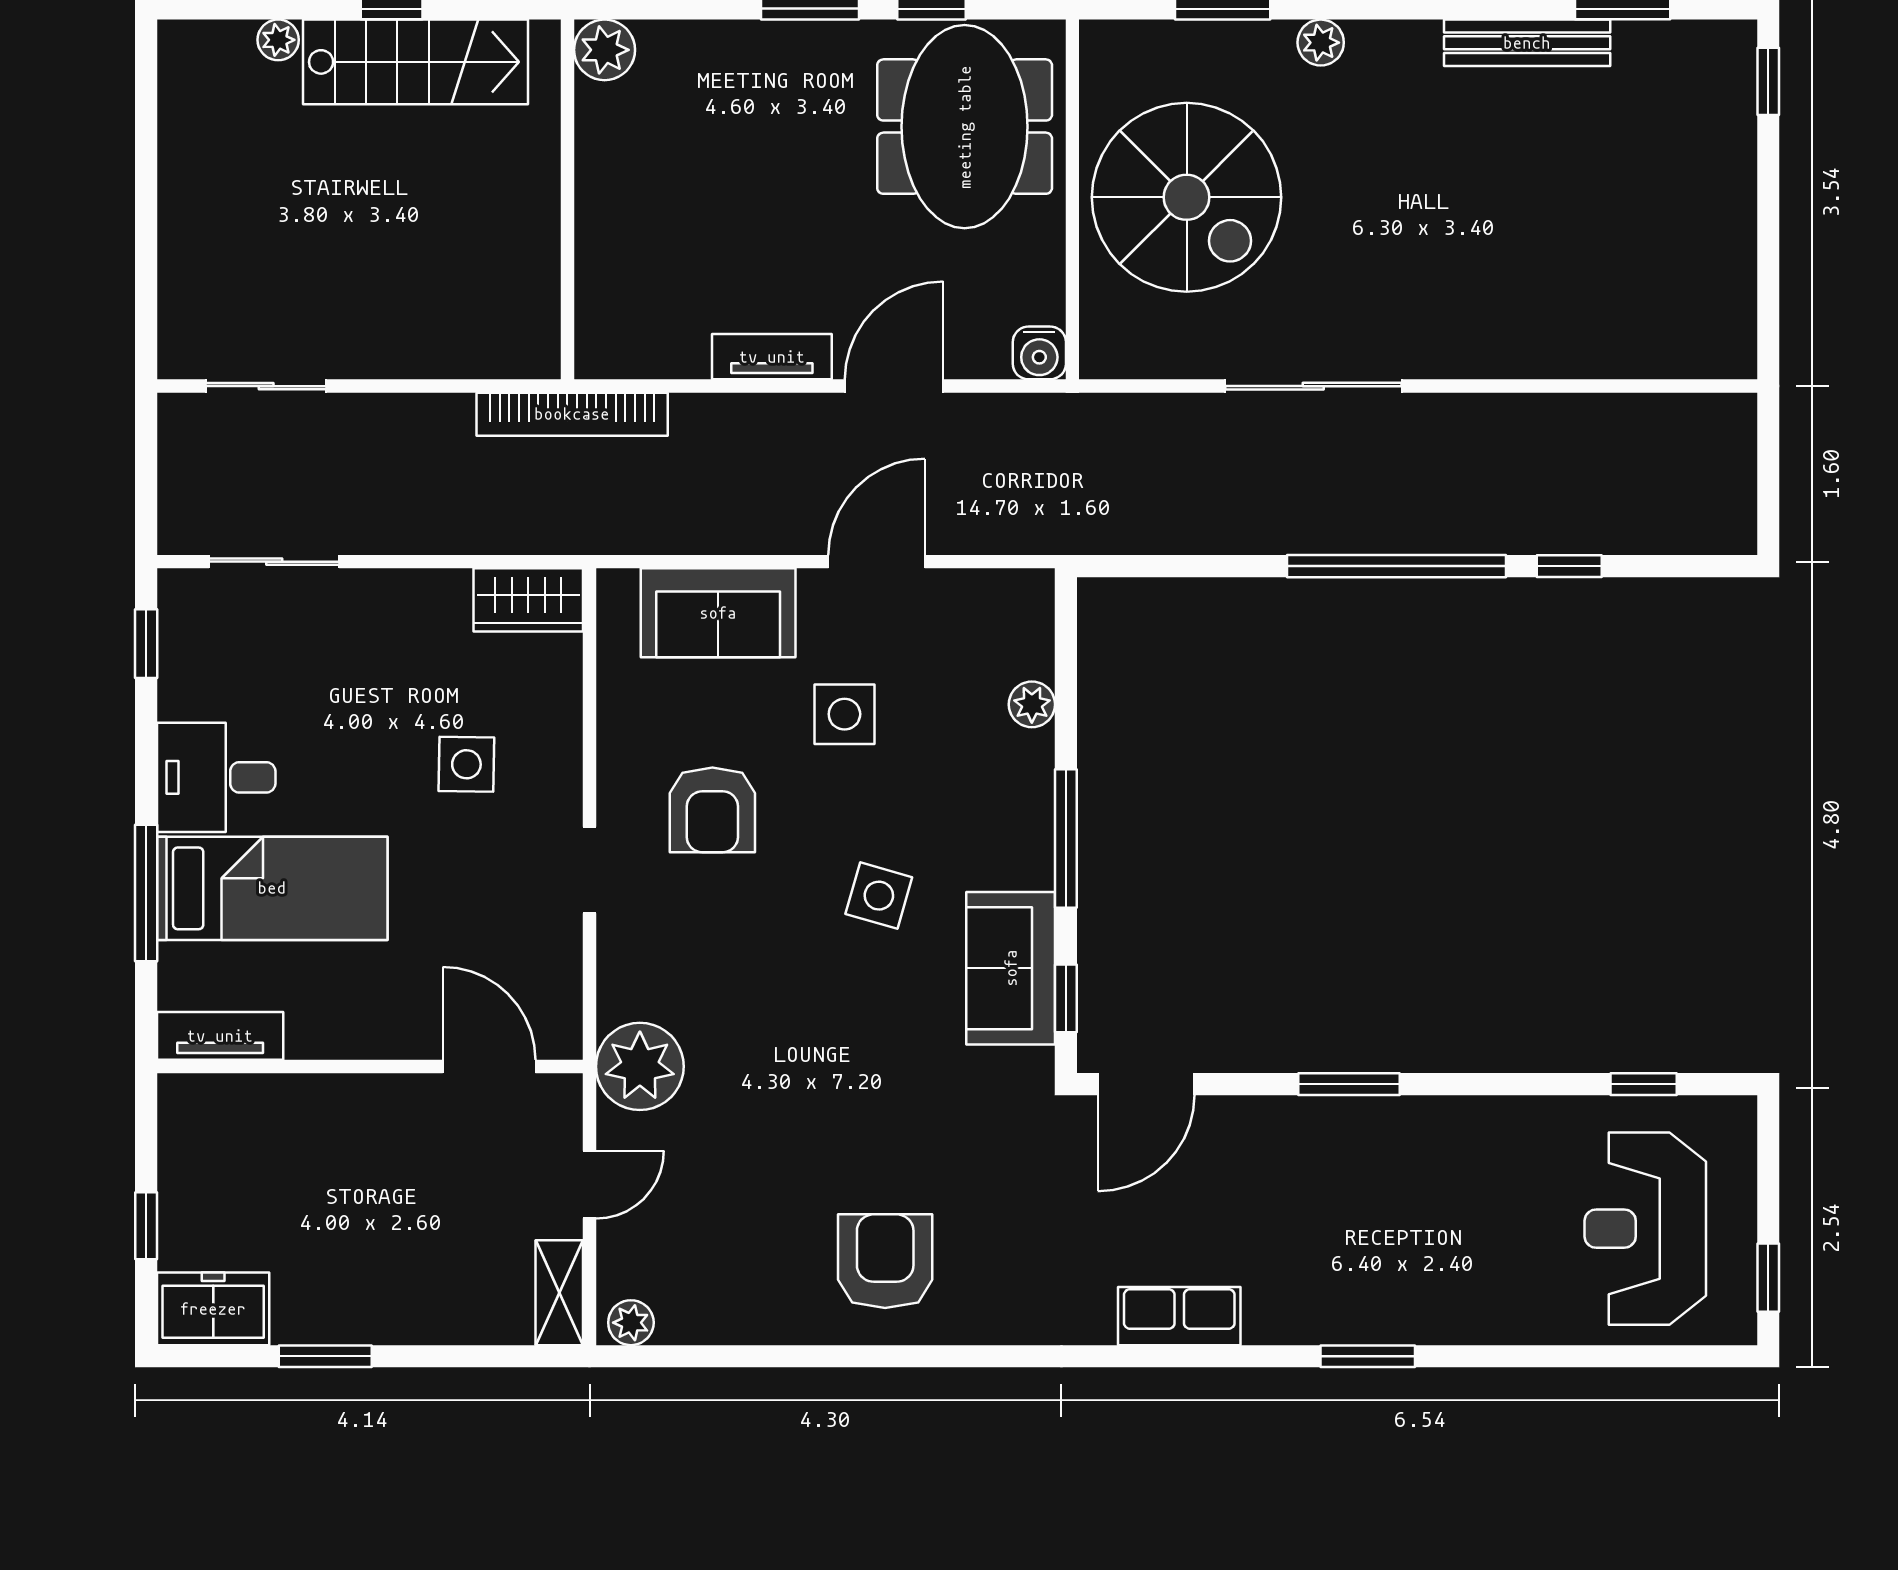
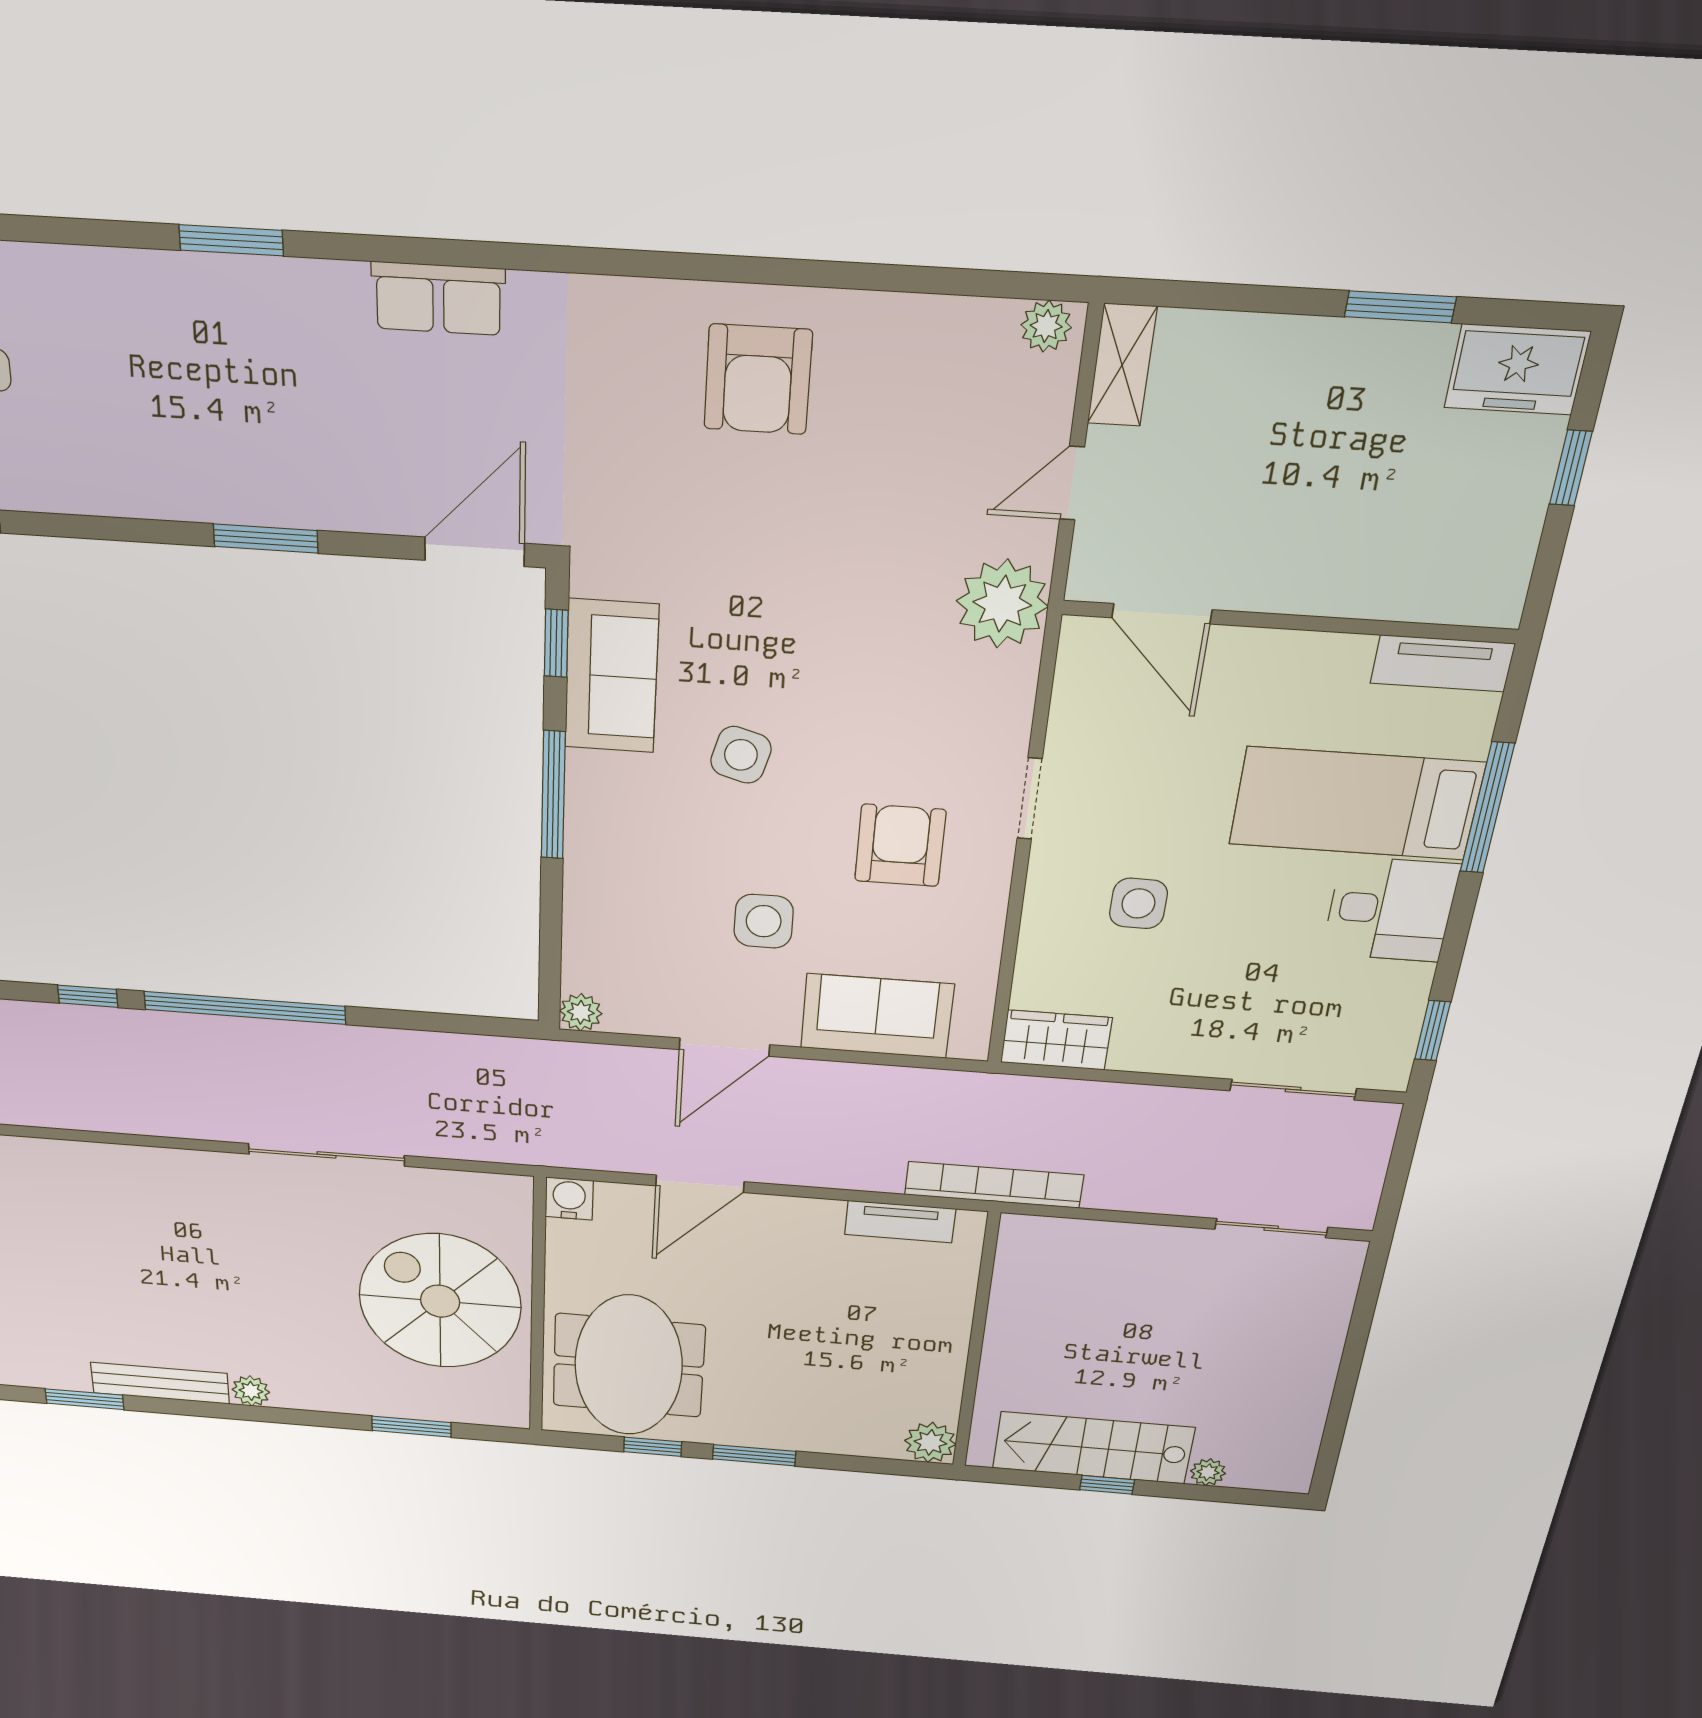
plant: (1321, 43) -> (251, 1391), moved
tv unit: (772, 357) -> (900, 1222), moved
plant: (1032, 704) -> (581, 1012), moved

